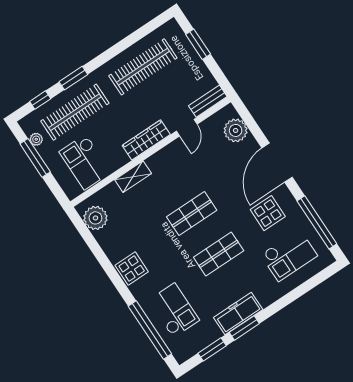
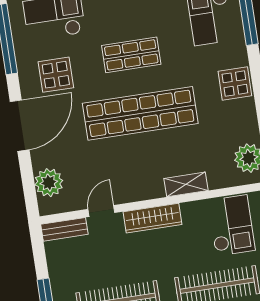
shop shelf: (192, 214) -> (140, 113), width x2.00, depth x1.36

